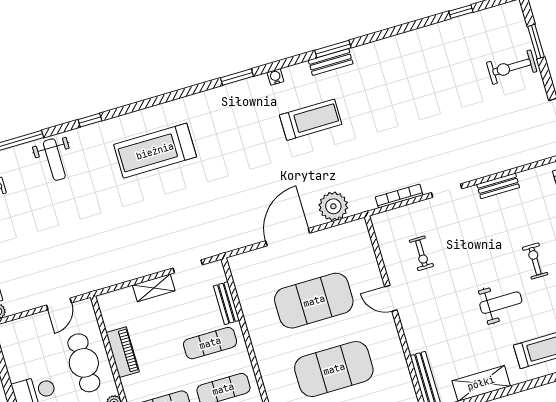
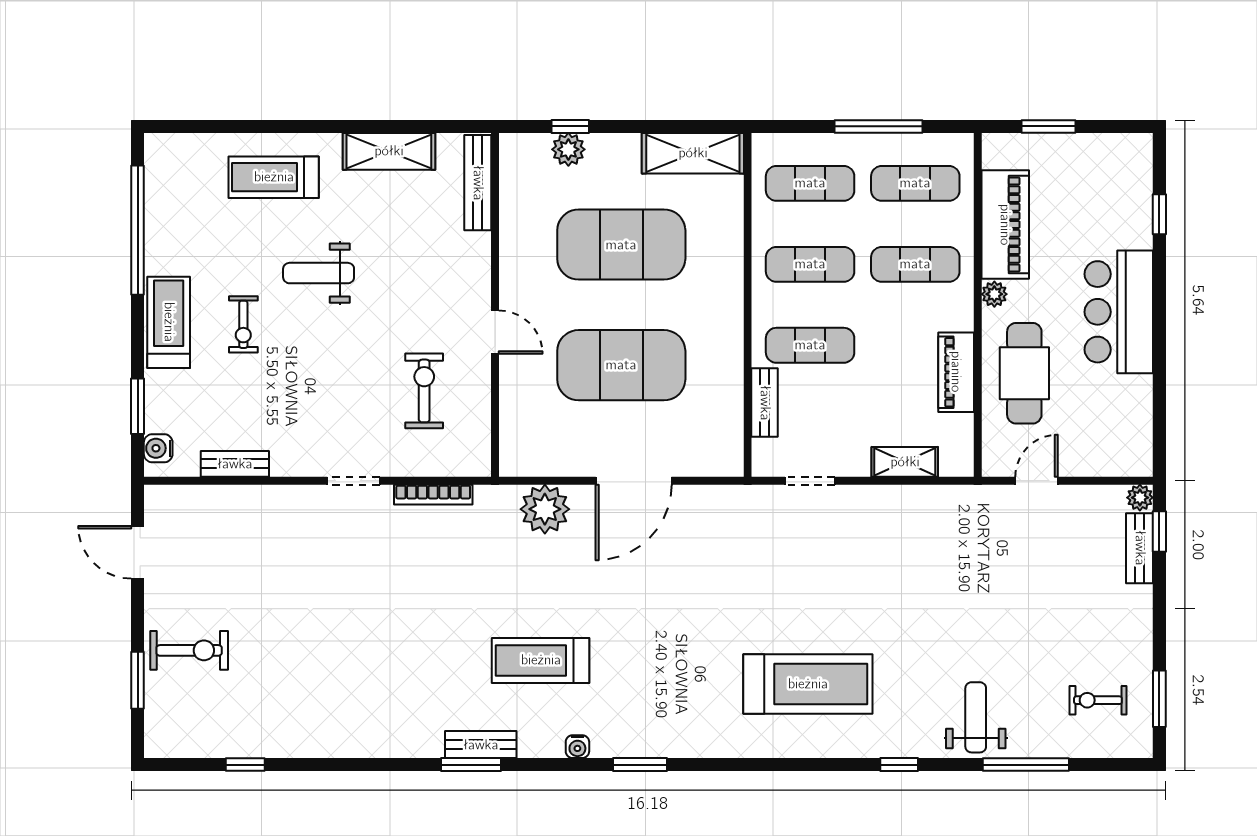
bench: (498, 186) -> (235, 464), moved
exercise bike: (421, 253) -> (424, 391), width x1.38, depth x1.39
shelving: (154, 288) -> (905, 462), moved

